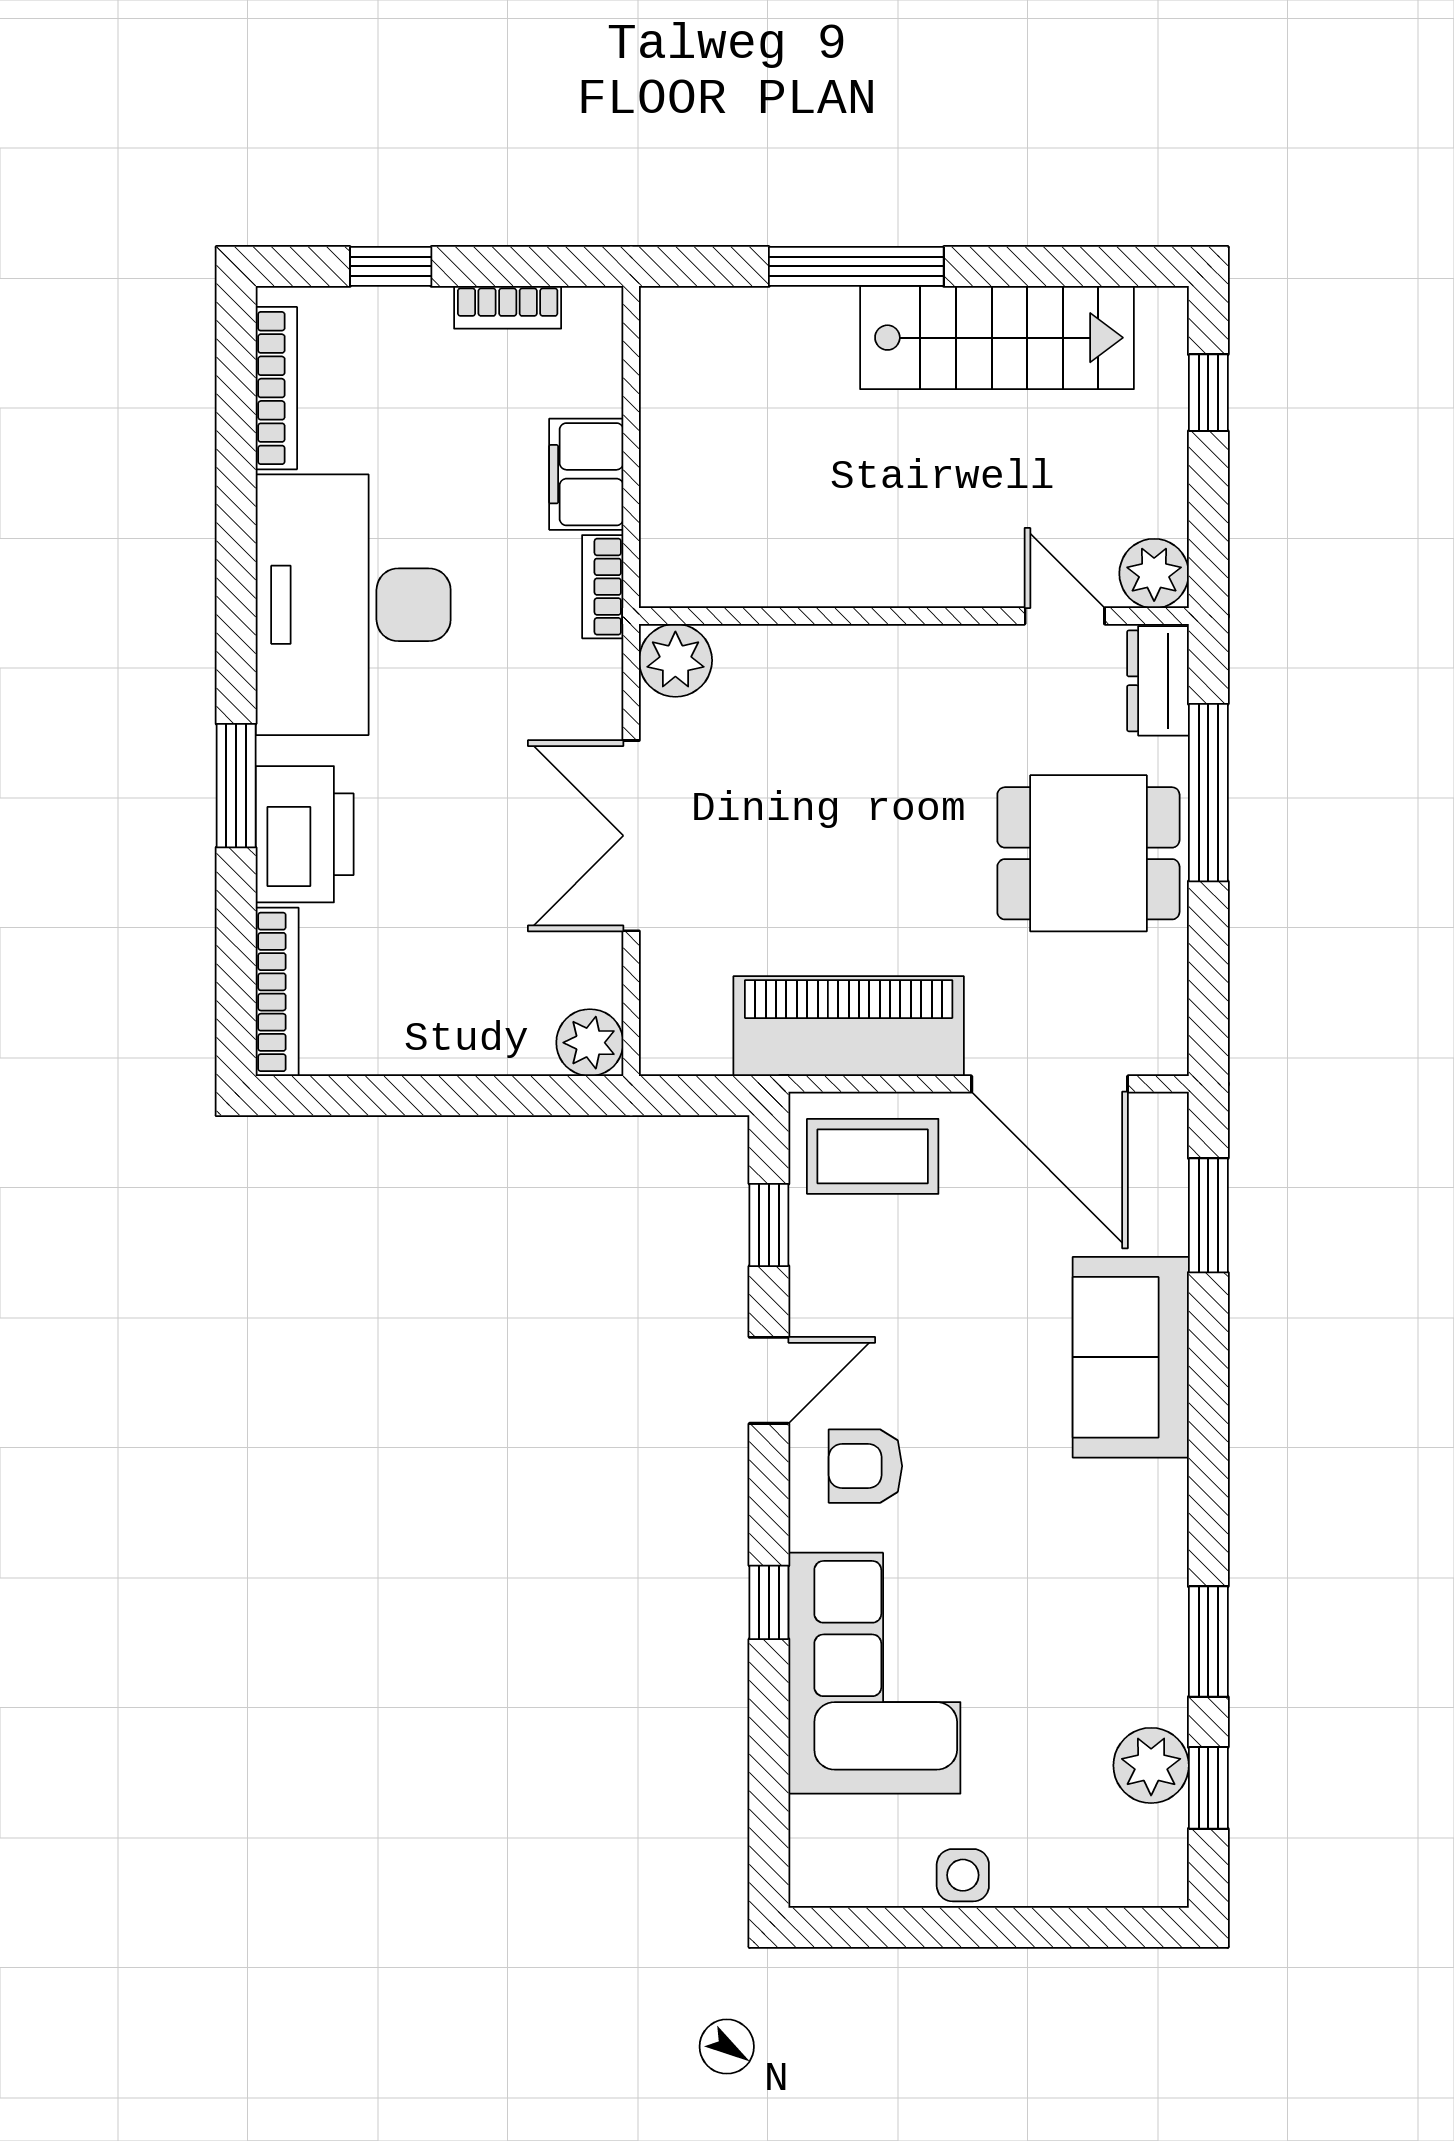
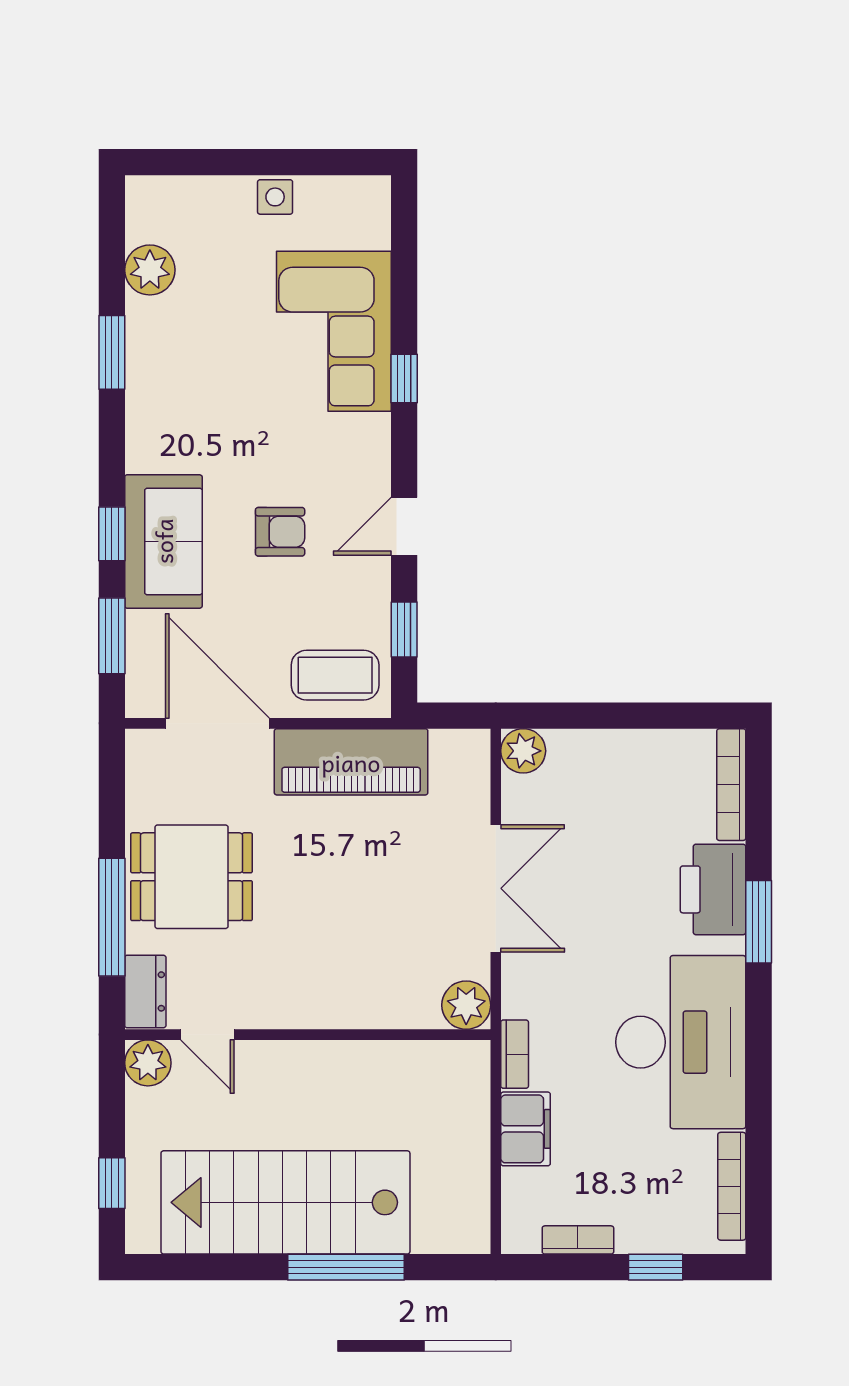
stairs: (997, 338) -> (285, 1202), width x1.36, depth x1.51
armchair: (865, 1466) -> (280, 532), moved
window: (1208, 1788) -> (112, 534), moved

